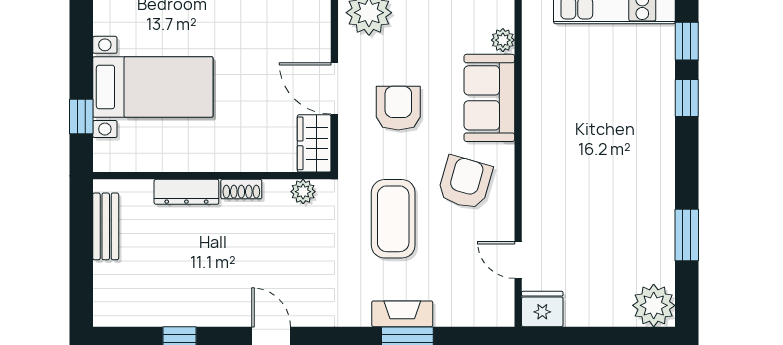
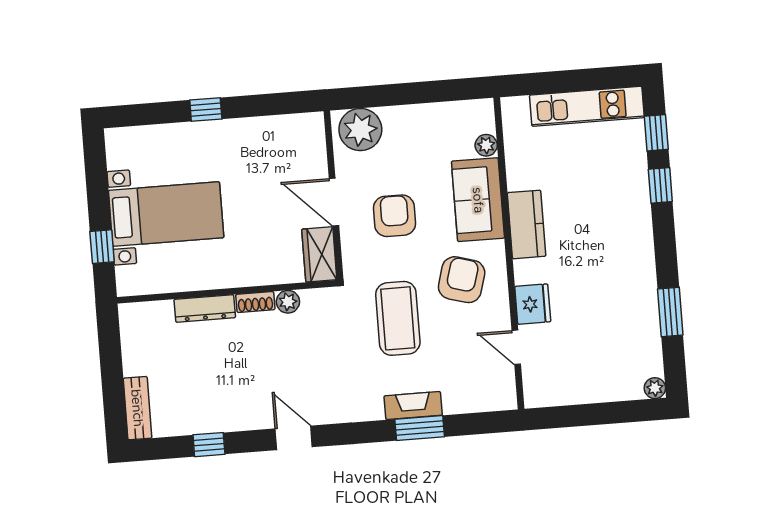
kitchen counter: (540, 129) -> (527, 224), added
plant: (303, 192) -> (288, 302), moved
bench: (106, 226) -> (137, 408), moved
plant: (654, 305) -> (655, 388), width x0.53, depth x0.53
fridge: (542, 309) -> (533, 304), moved, turned 90

